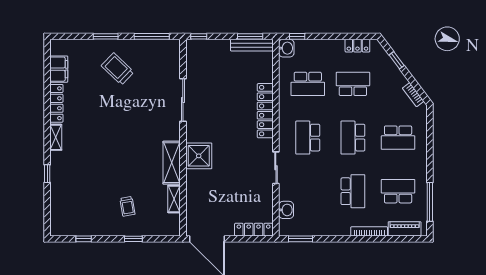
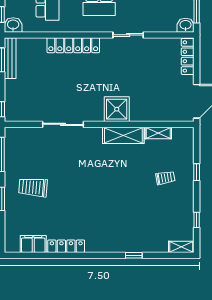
trolley: (118, 69) -> (33, 187), turned 51
shelving: (56, 137) -> (181, 247), moved
washbasin: (286, 210) -> (186, 25), moved

